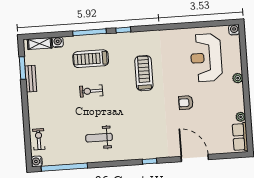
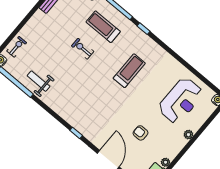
reception desk: (206, 58) -> (181, 101), turned 180
armchair: (186, 103) -> (140, 133), moved
weight bench: (99, 138) -> (39, 81), moved

